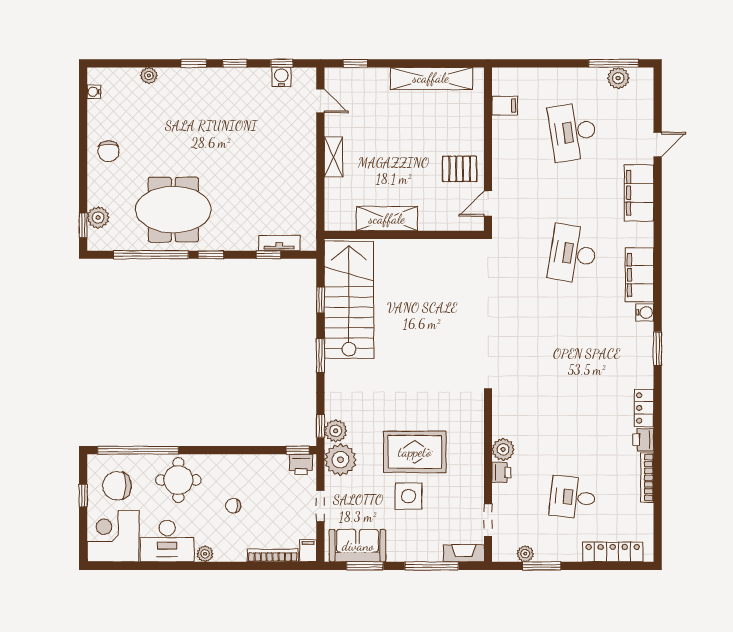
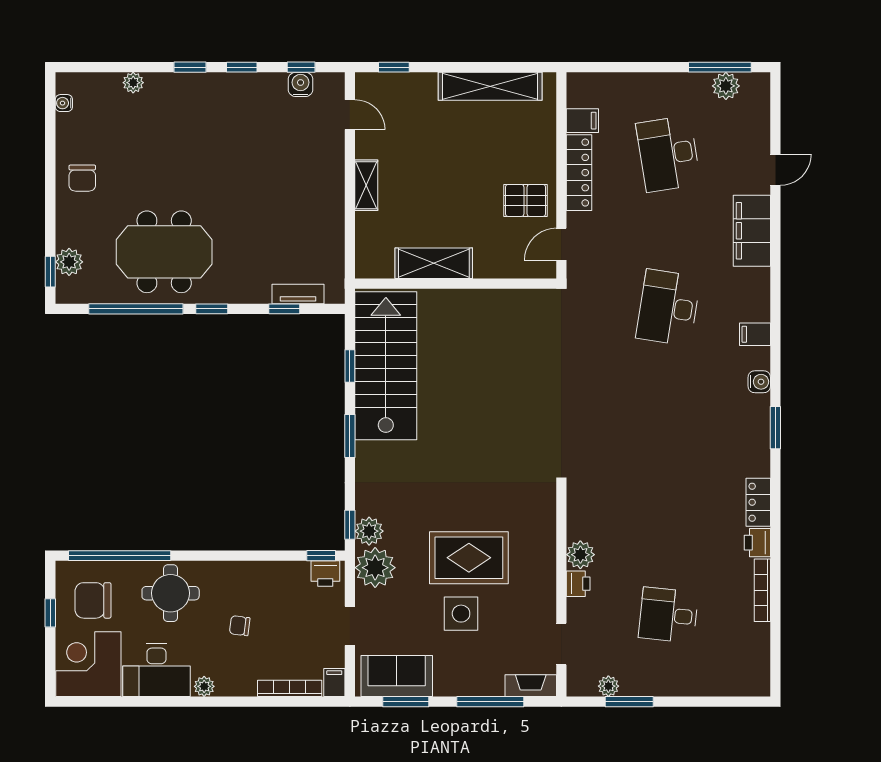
filing cabinet: (639, 275) -> (755, 334), width x0.33, depth x0.86
locker: (613, 552) -> (579, 173), moved, turned 90

